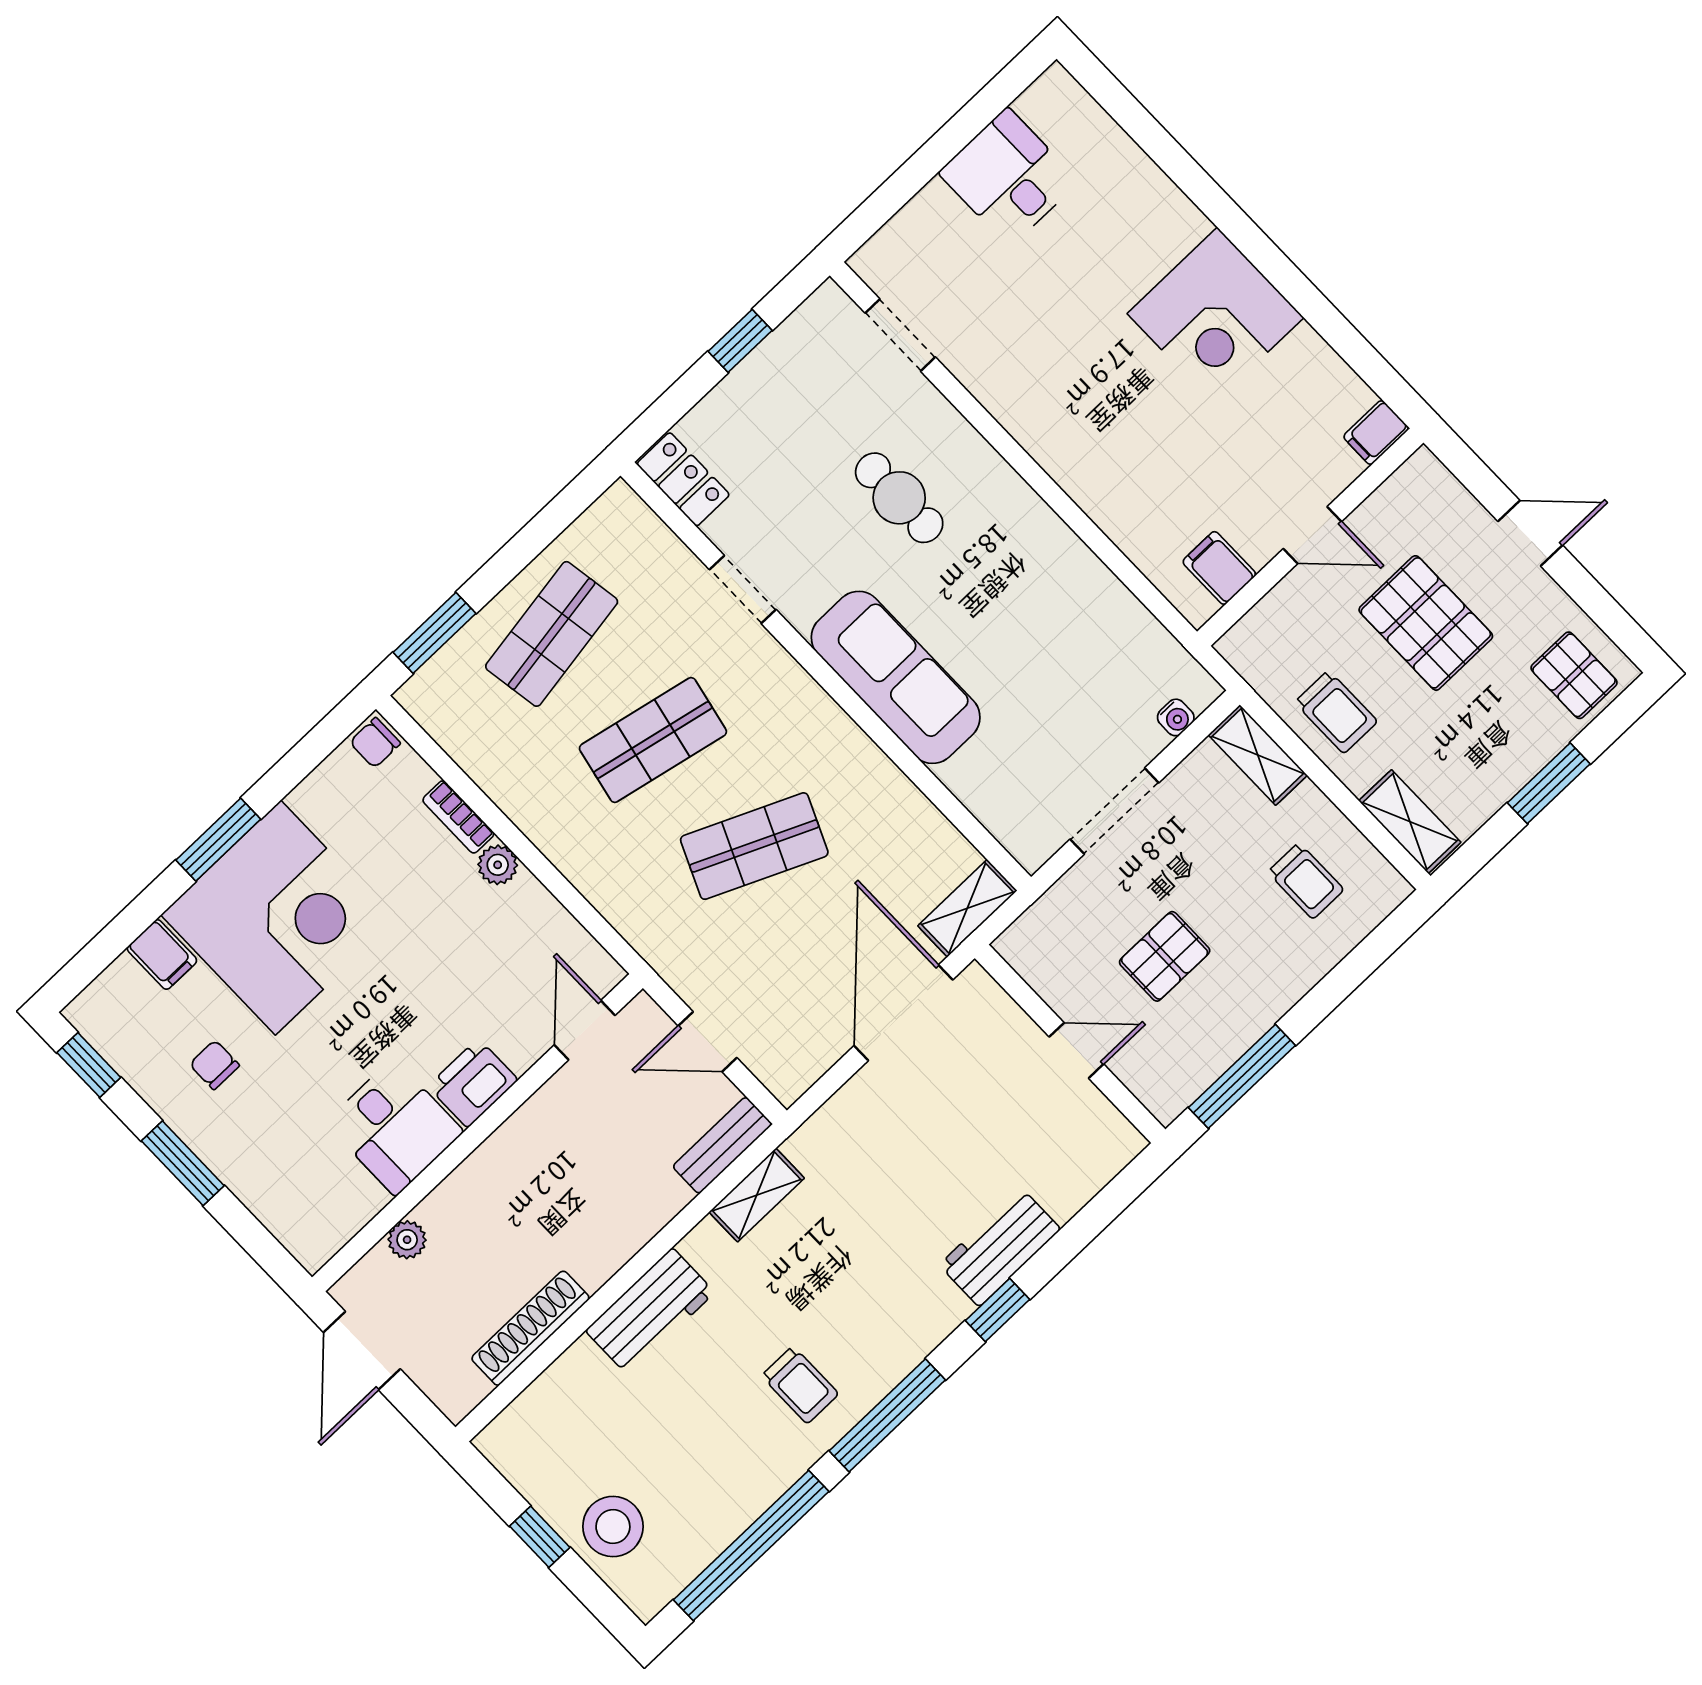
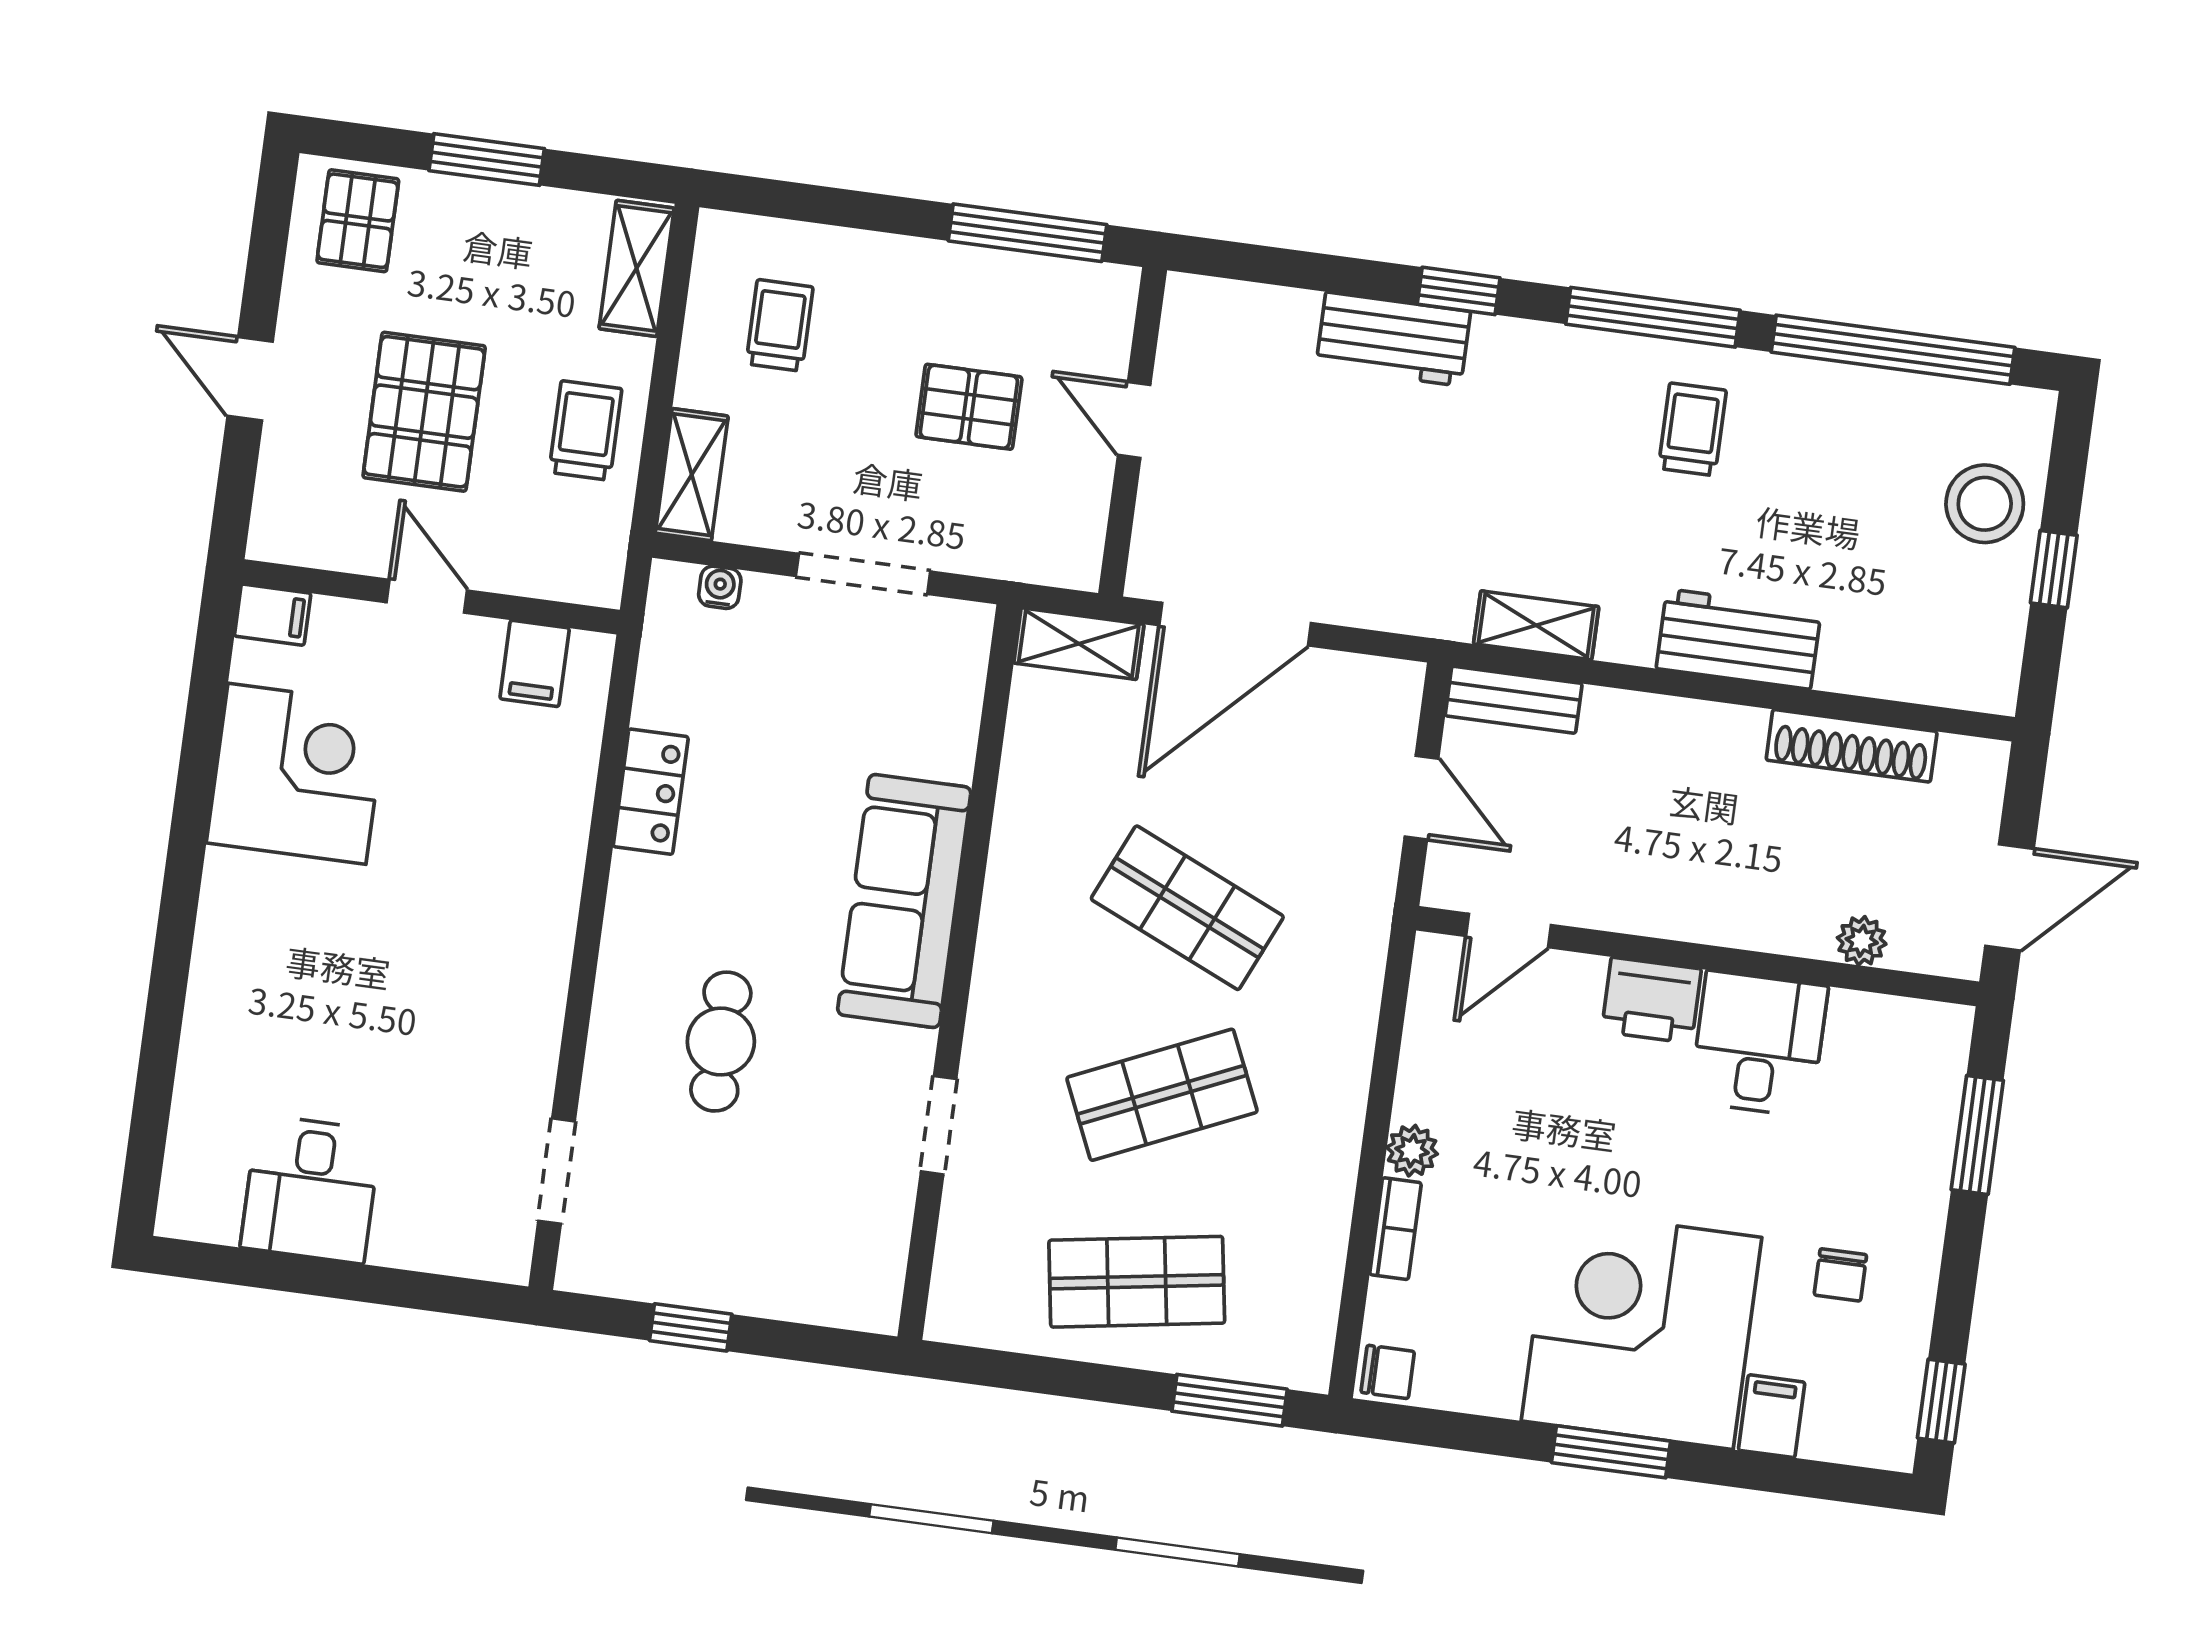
corner desk: (1215, 316) -> (297, 774), moved
locker: (683, 479) -> (651, 792), moved, turned 180
shop shelf: (653, 740) -> (1162, 1095), turned -36
window: (183, 1163) -> (1977, 1135), moved

